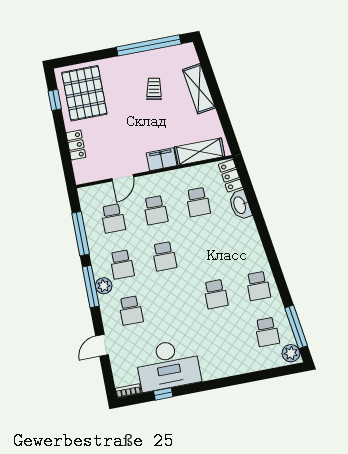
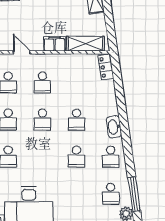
door: (123, 178) -> (22, 52), swing flipped
school desk: (198, 202) -> (77, 120), moved
washbasin: (240, 205) -> (114, 127), moved

